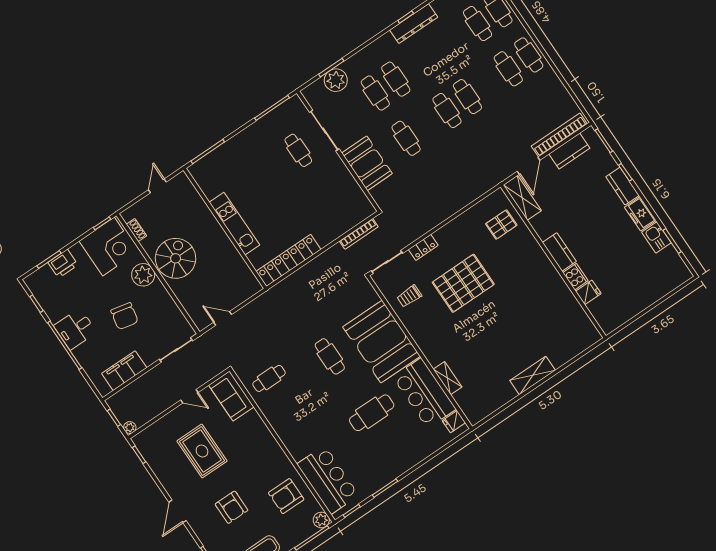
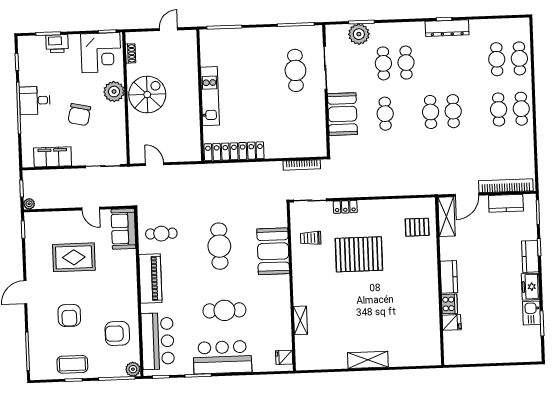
cafe table: (298, 150) -> (295, 70), width x1.37, depth x1.35
booth: (382, 342) -> (273, 251), width x0.73, depth x0.70
cafe table: (330, 356) -> (219, 246), width x1.37, depth x1.35
bar counter: (424, 393) -> (222, 357), moved, turned 90
piano: (285, 426) -> (150, 279), added
rug: (202, 451) -> (74, 257), turned 90

